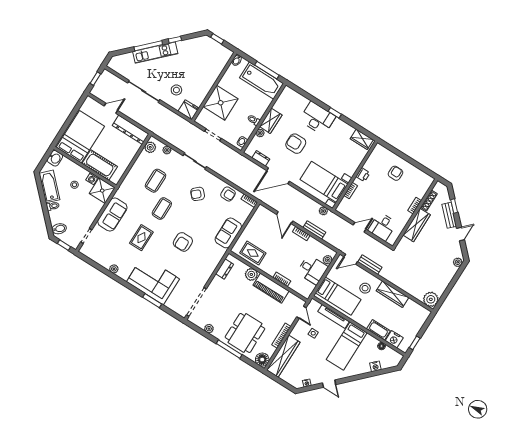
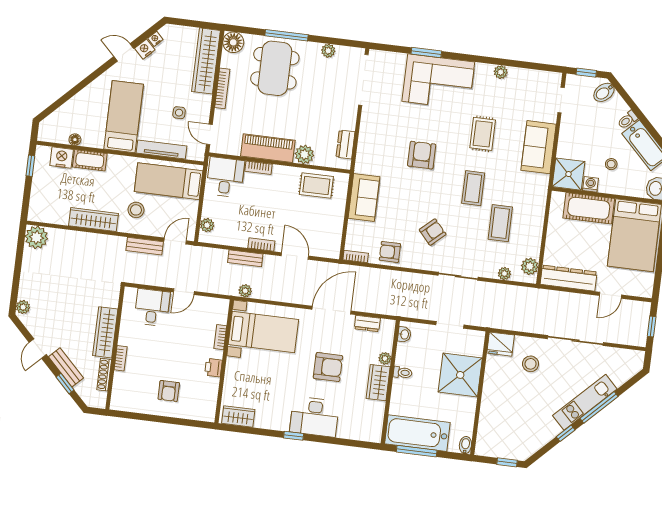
desk: (312, 270) -> (225, 177), moved, turned 90
nightstand: (375, 366) -> (145, 49), moved

